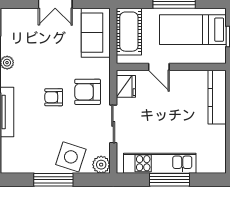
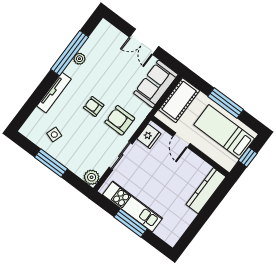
side table: (71, 157) -> (54, 135), moved, width x0.54, depth x0.54

